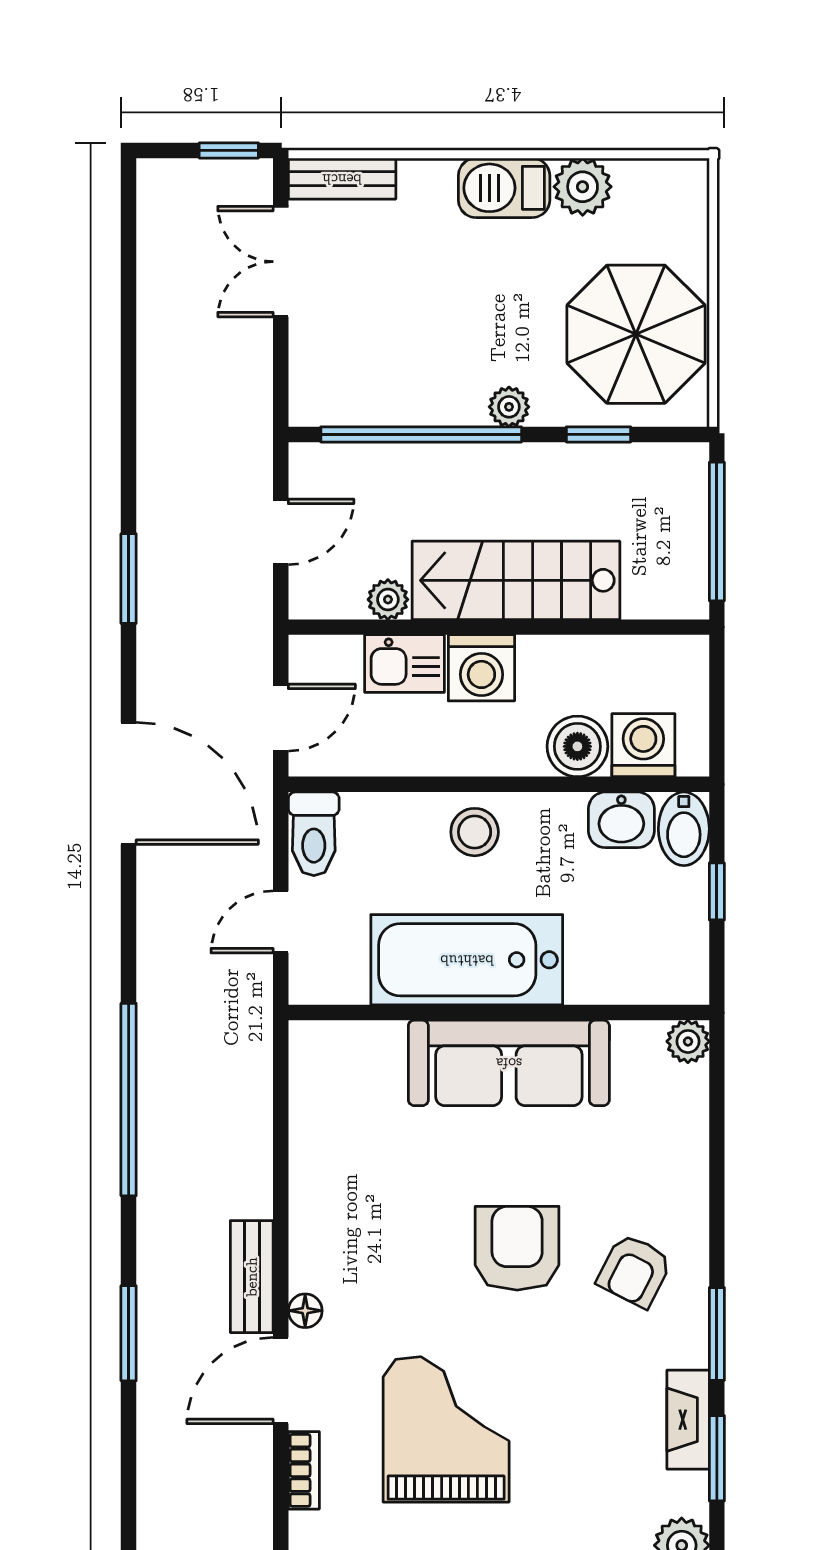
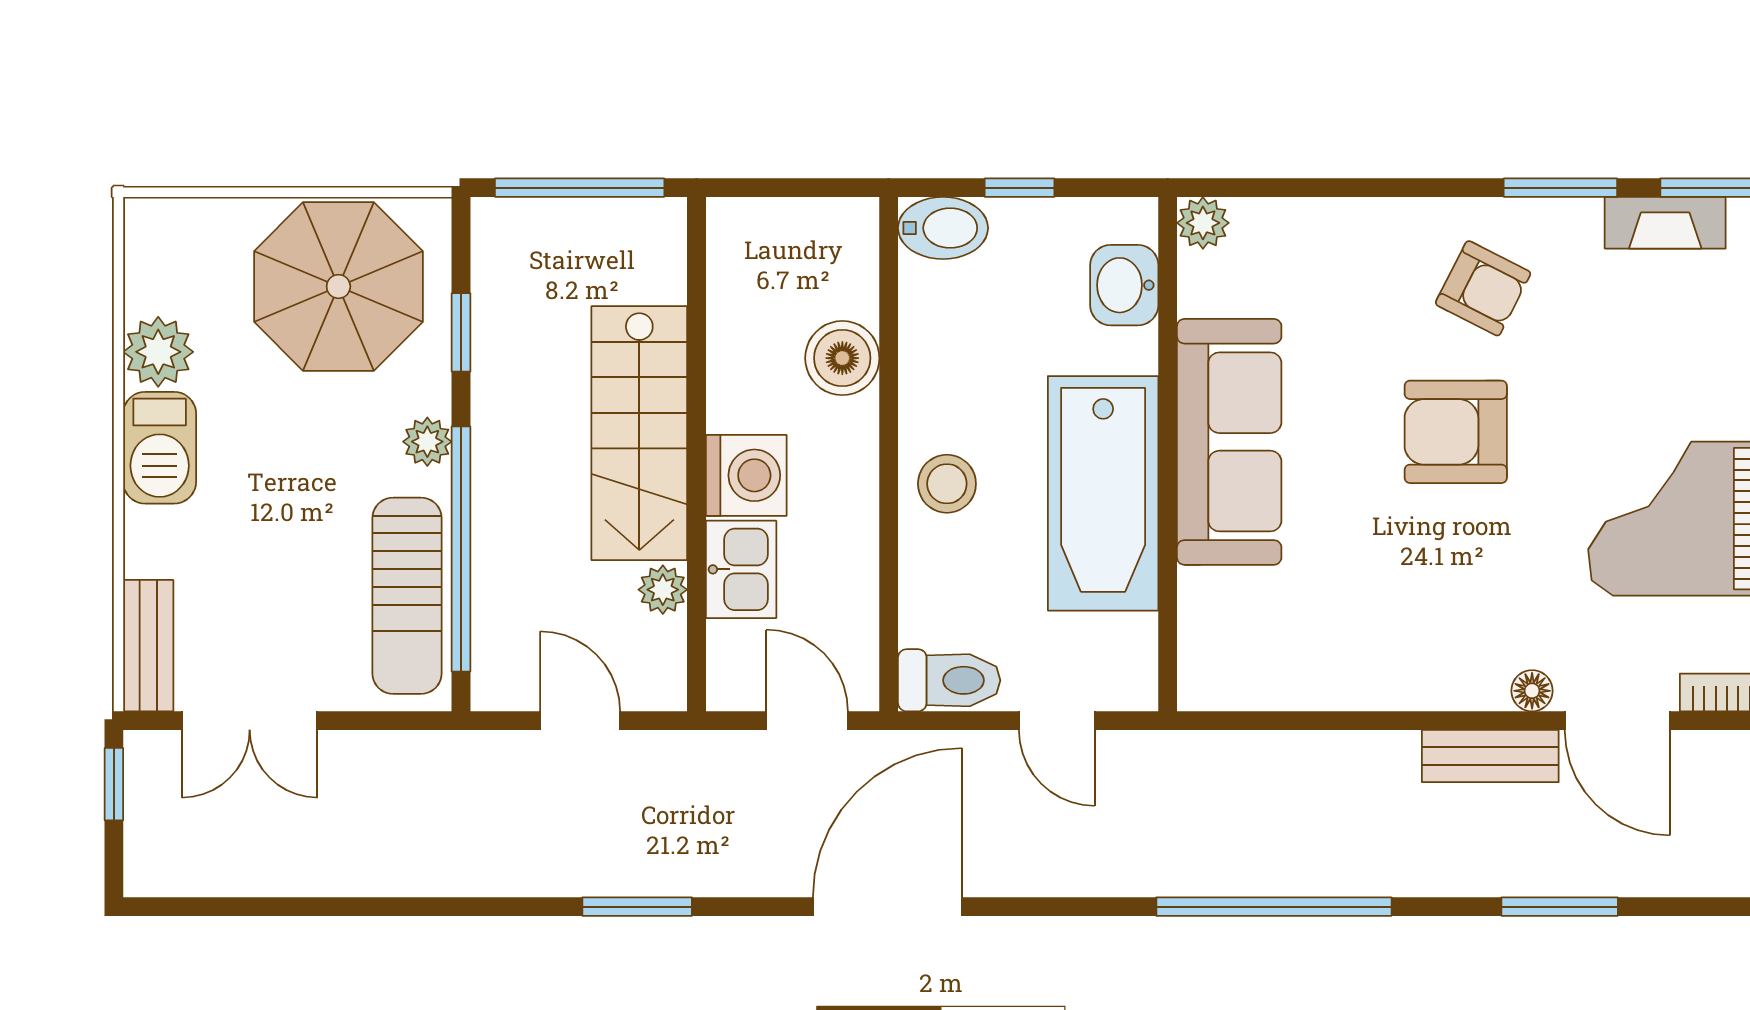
sun lounger: (383, 390) -> (407, 596), added
washing machine: (643, 745) -> (841, 277), removed
washbasin: (621, 820) -> (1124, 285), moved, turned 180

